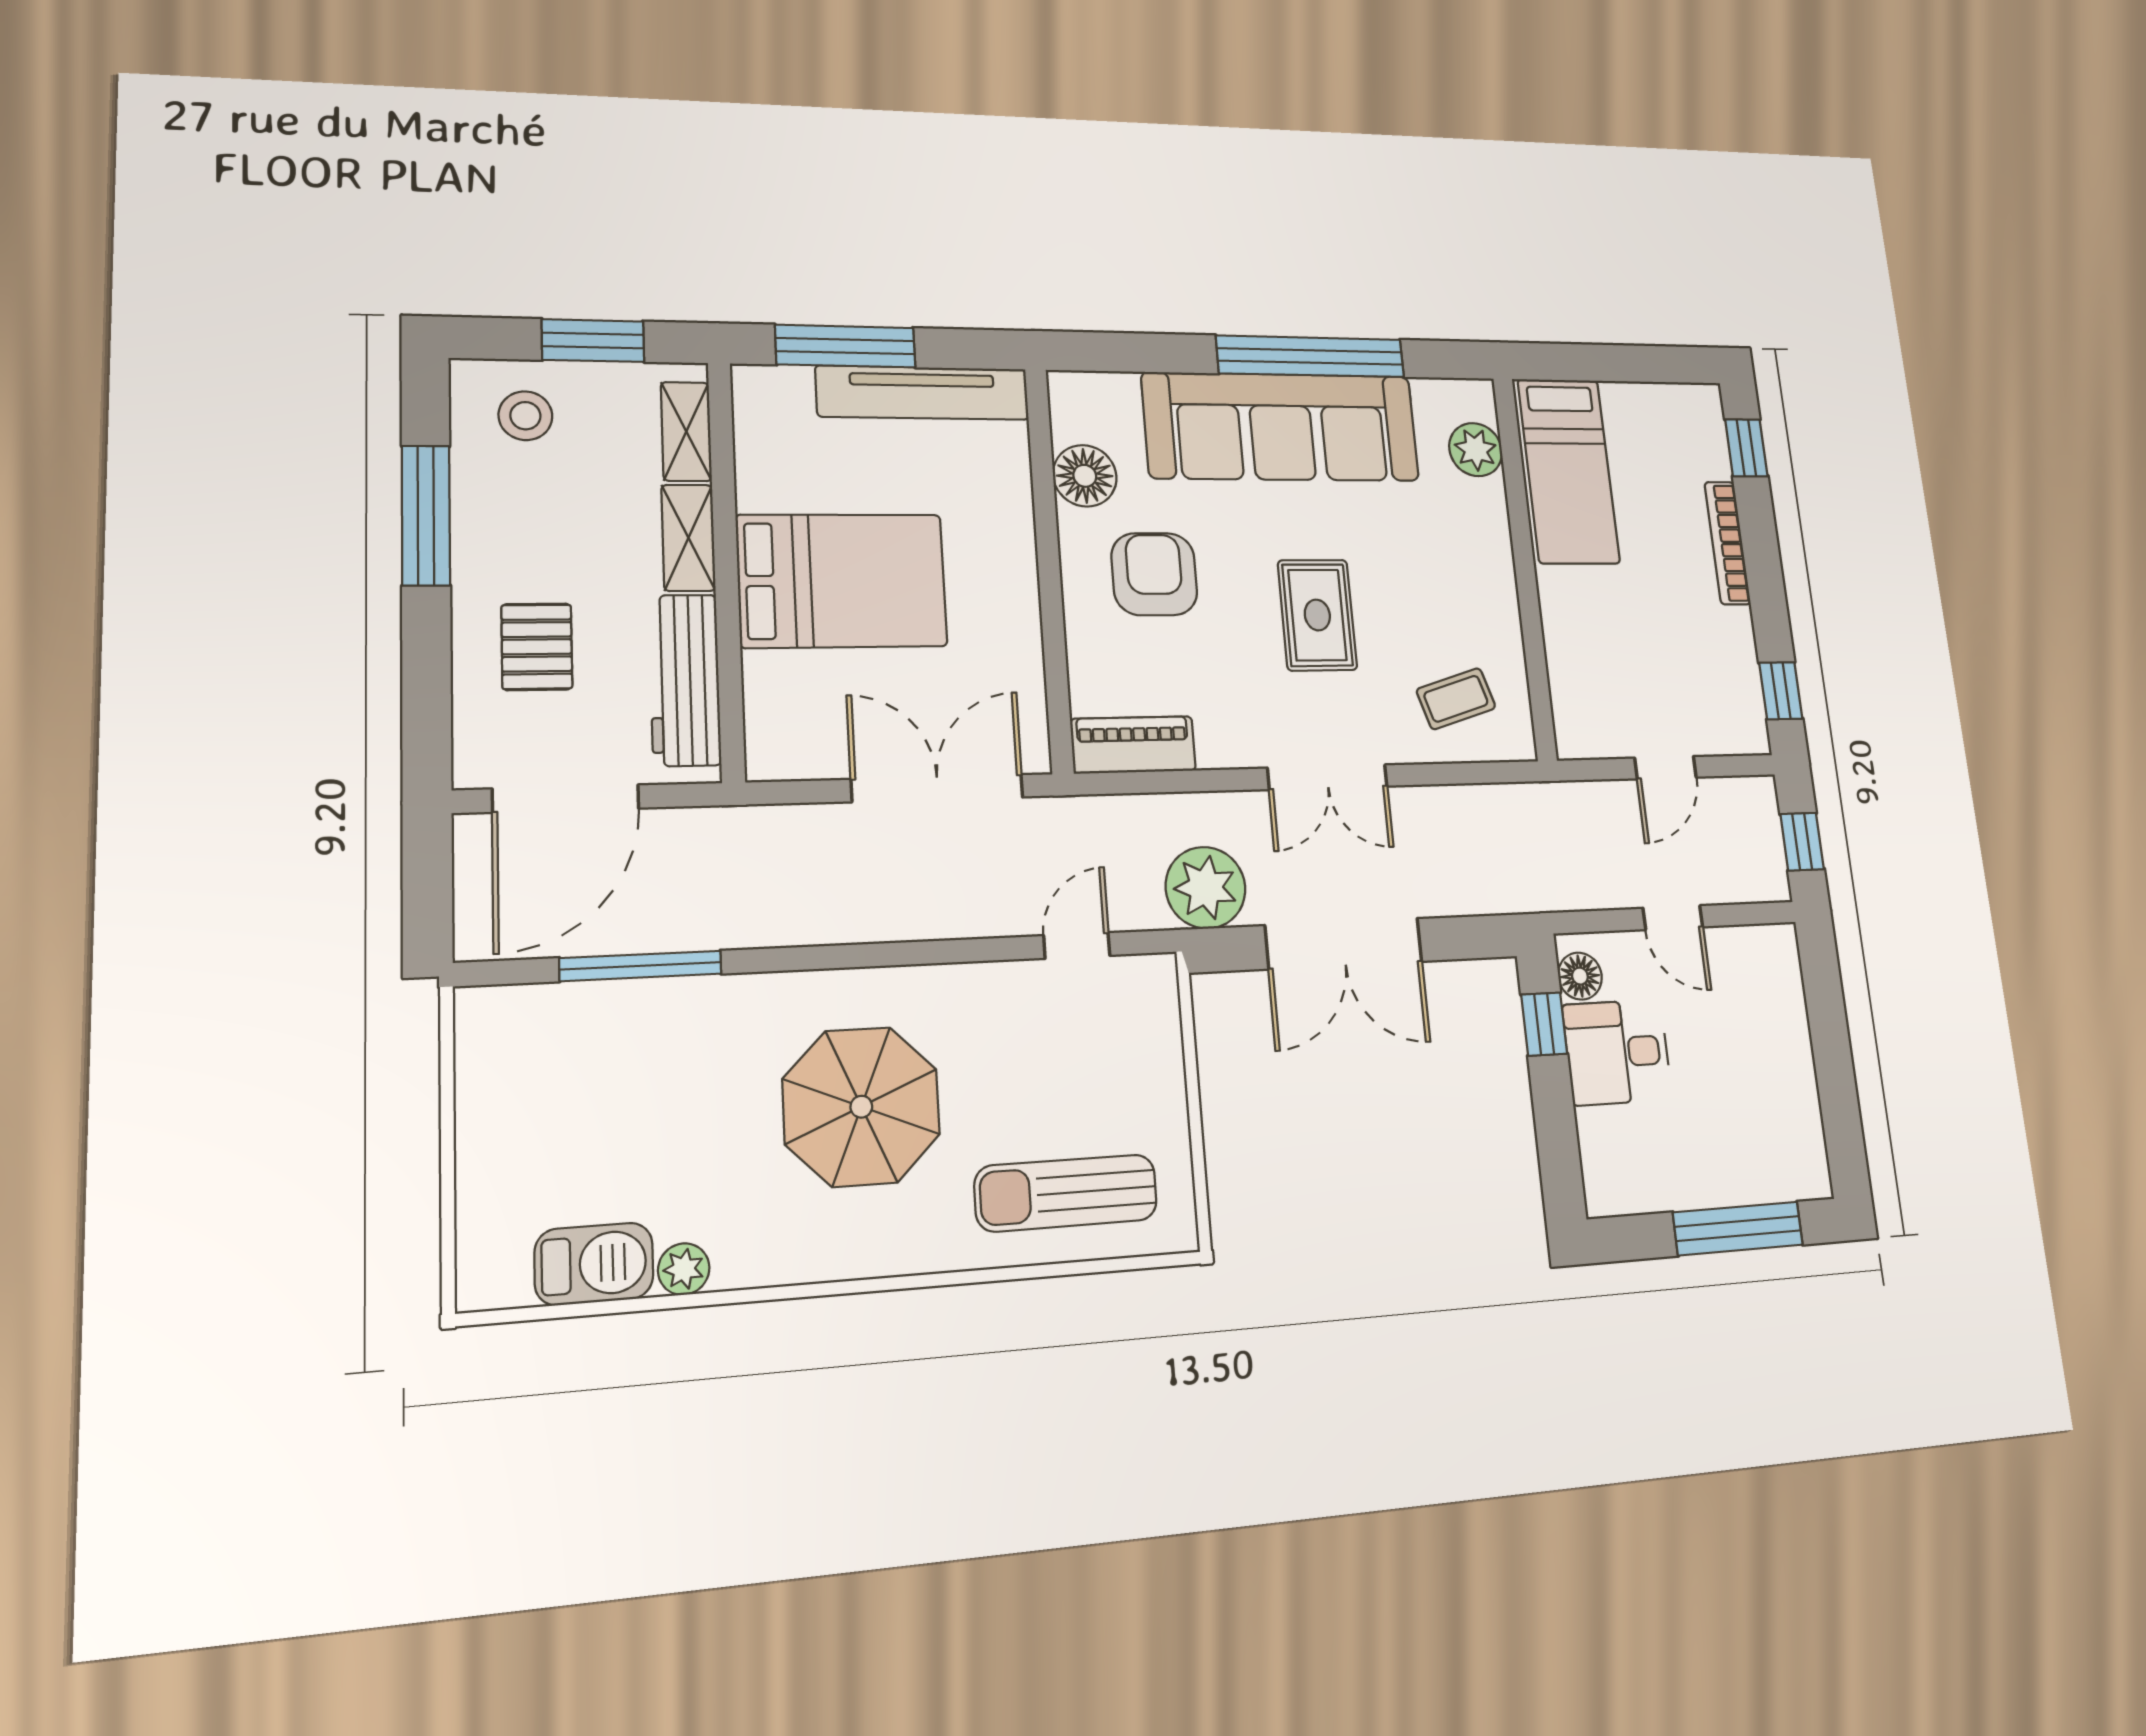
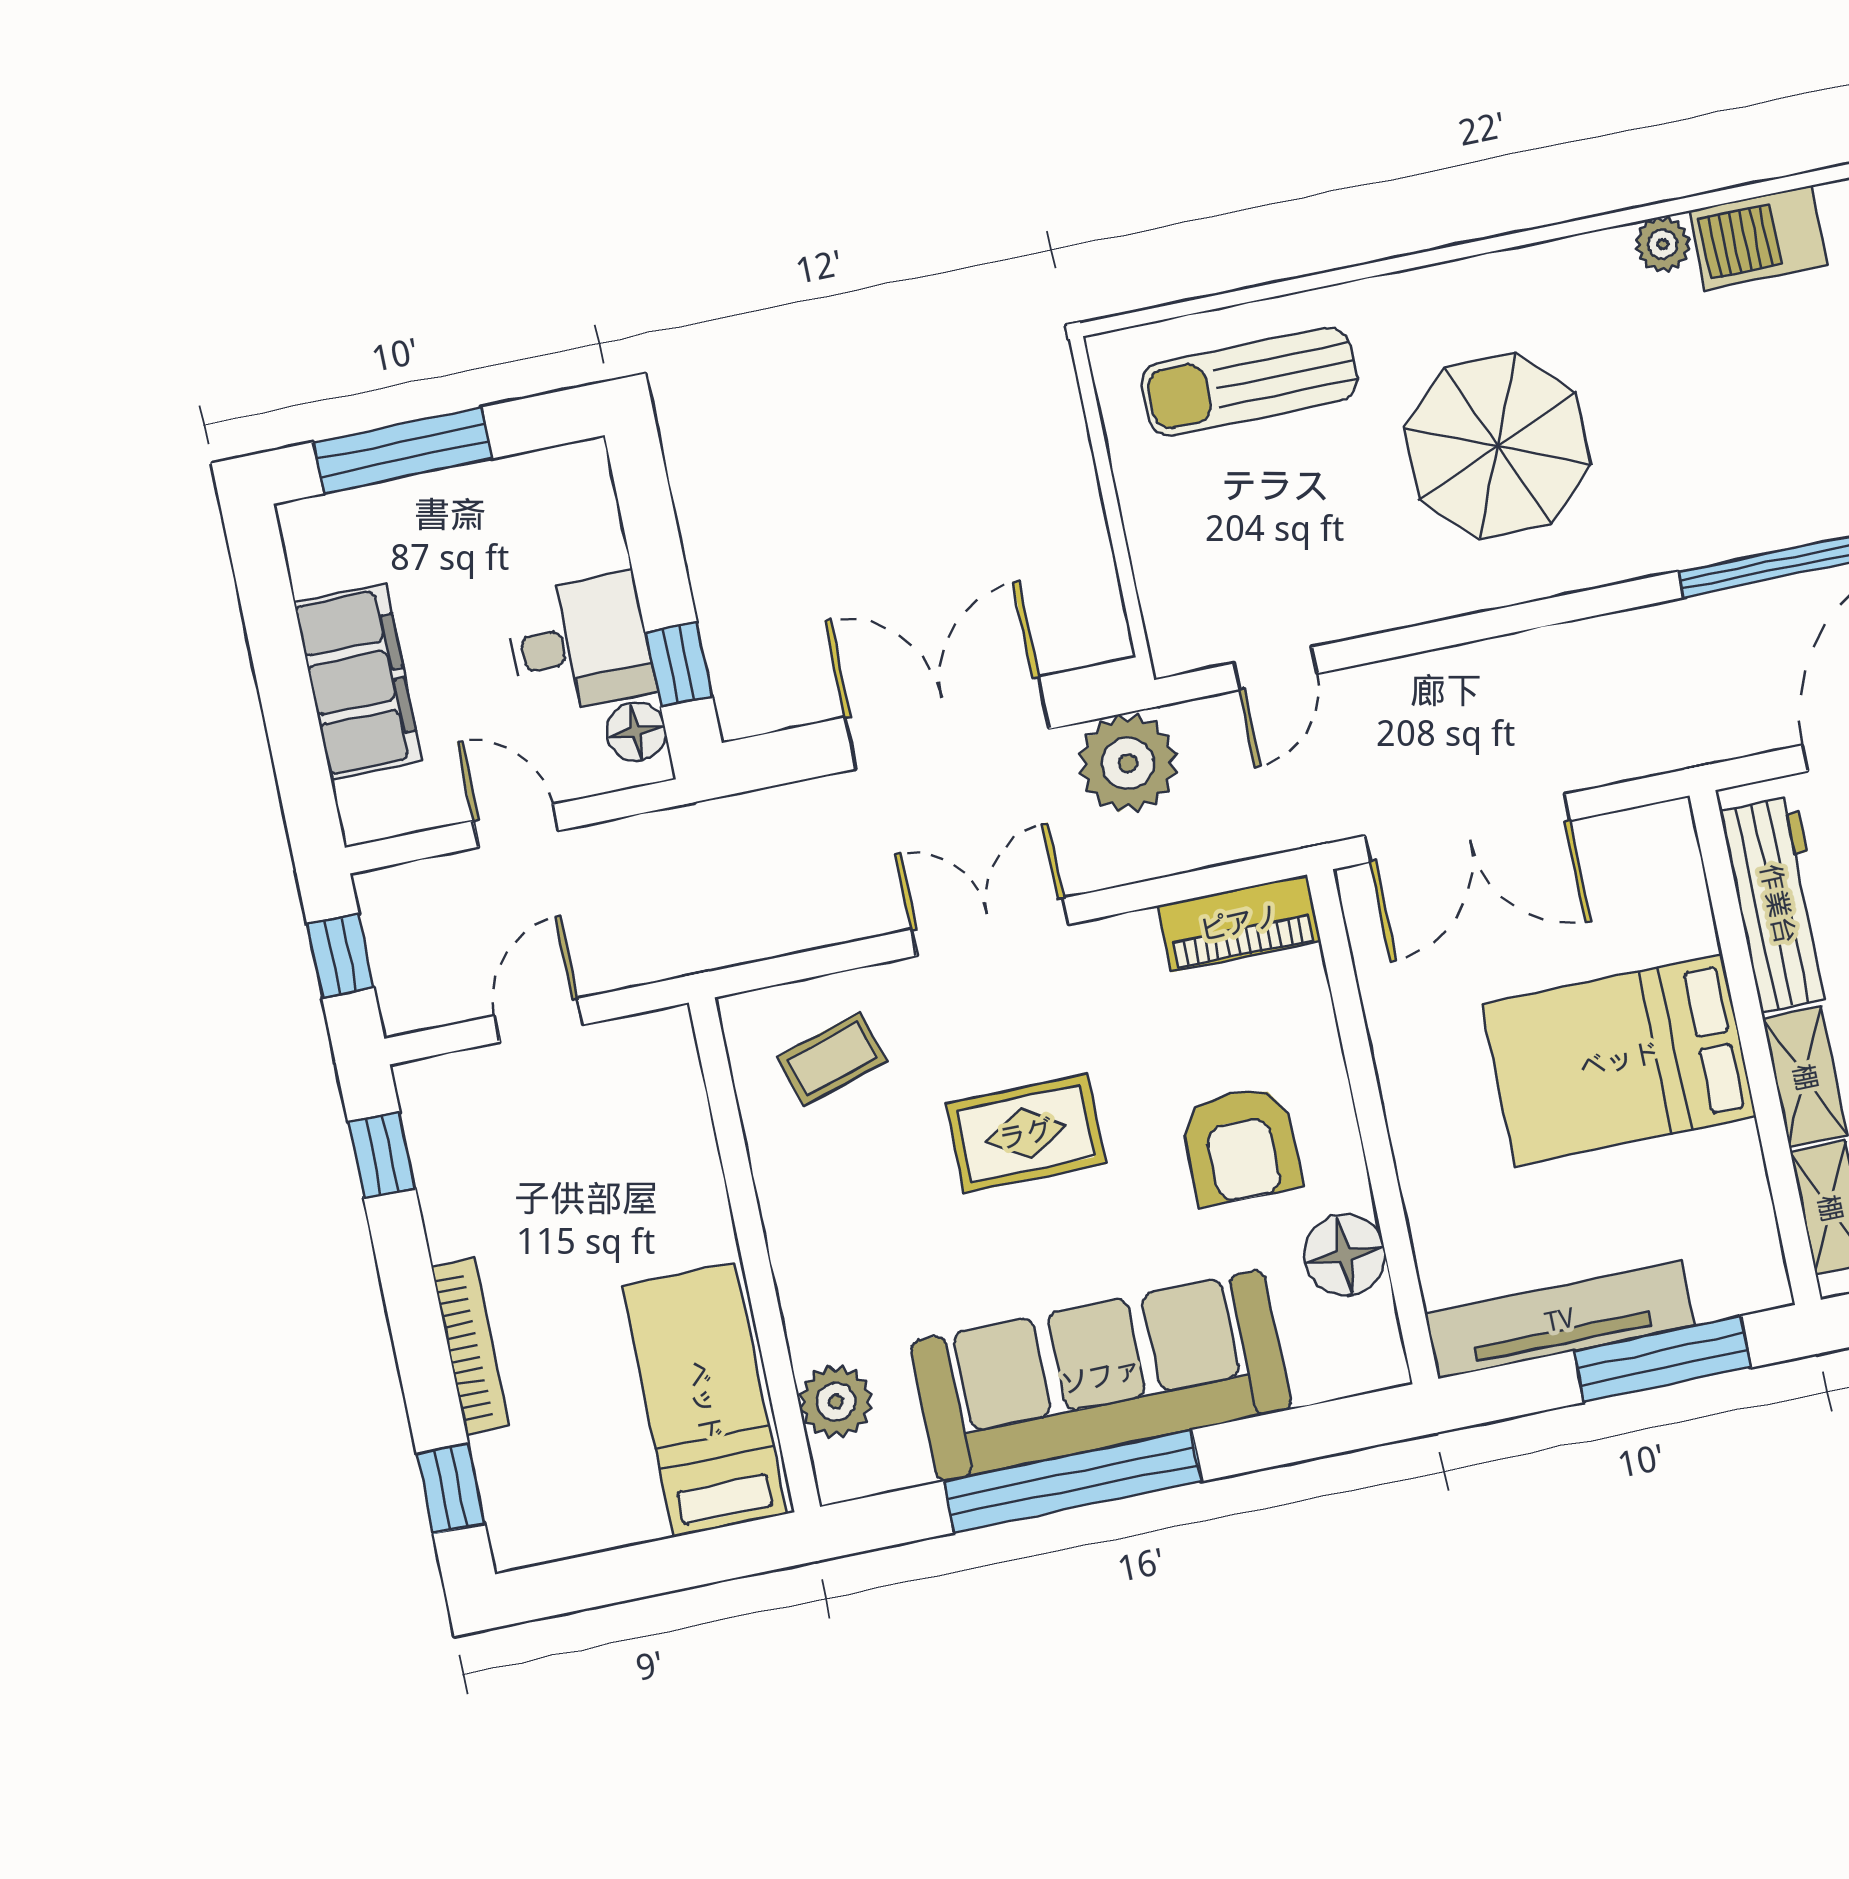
rug: (1317, 615) -> (1026, 1134), turned 90
filing cabinet: (1780, 1048) -> (358, 681), added
sun lounger: (1066, 1193) -> (1249, 382), turned 180

